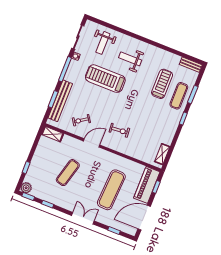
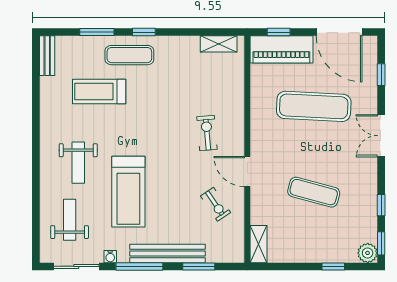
weight bench: (103, 43) -> (70, 220), turned -90
exercise mat: (179, 96) -> (129, 55), moved
bench: (60, 101) -> (167, 253), moved

